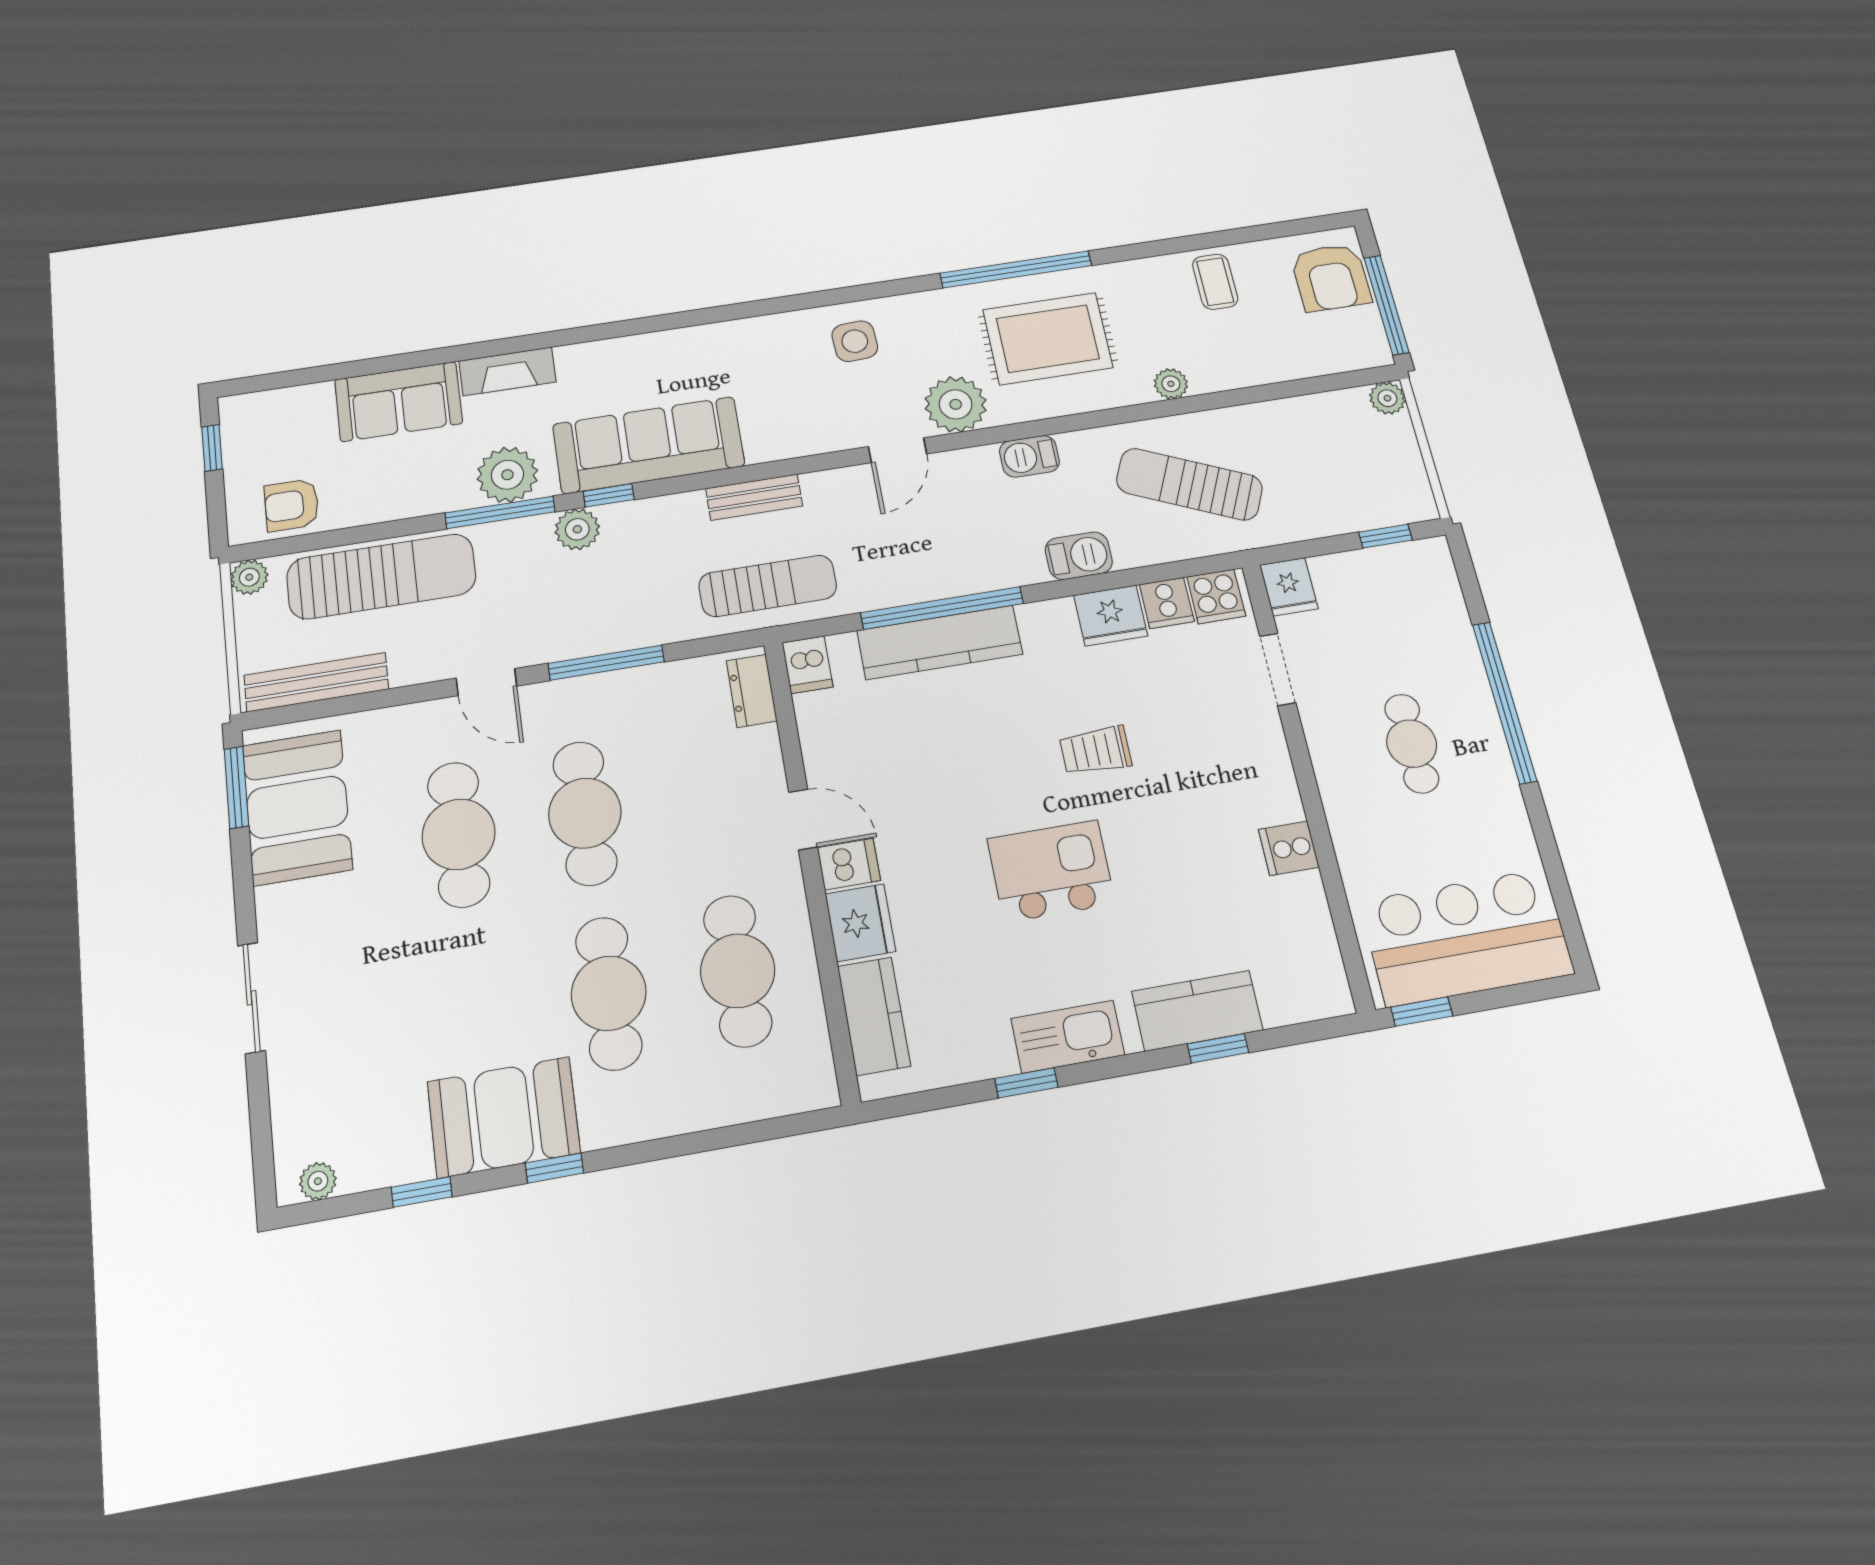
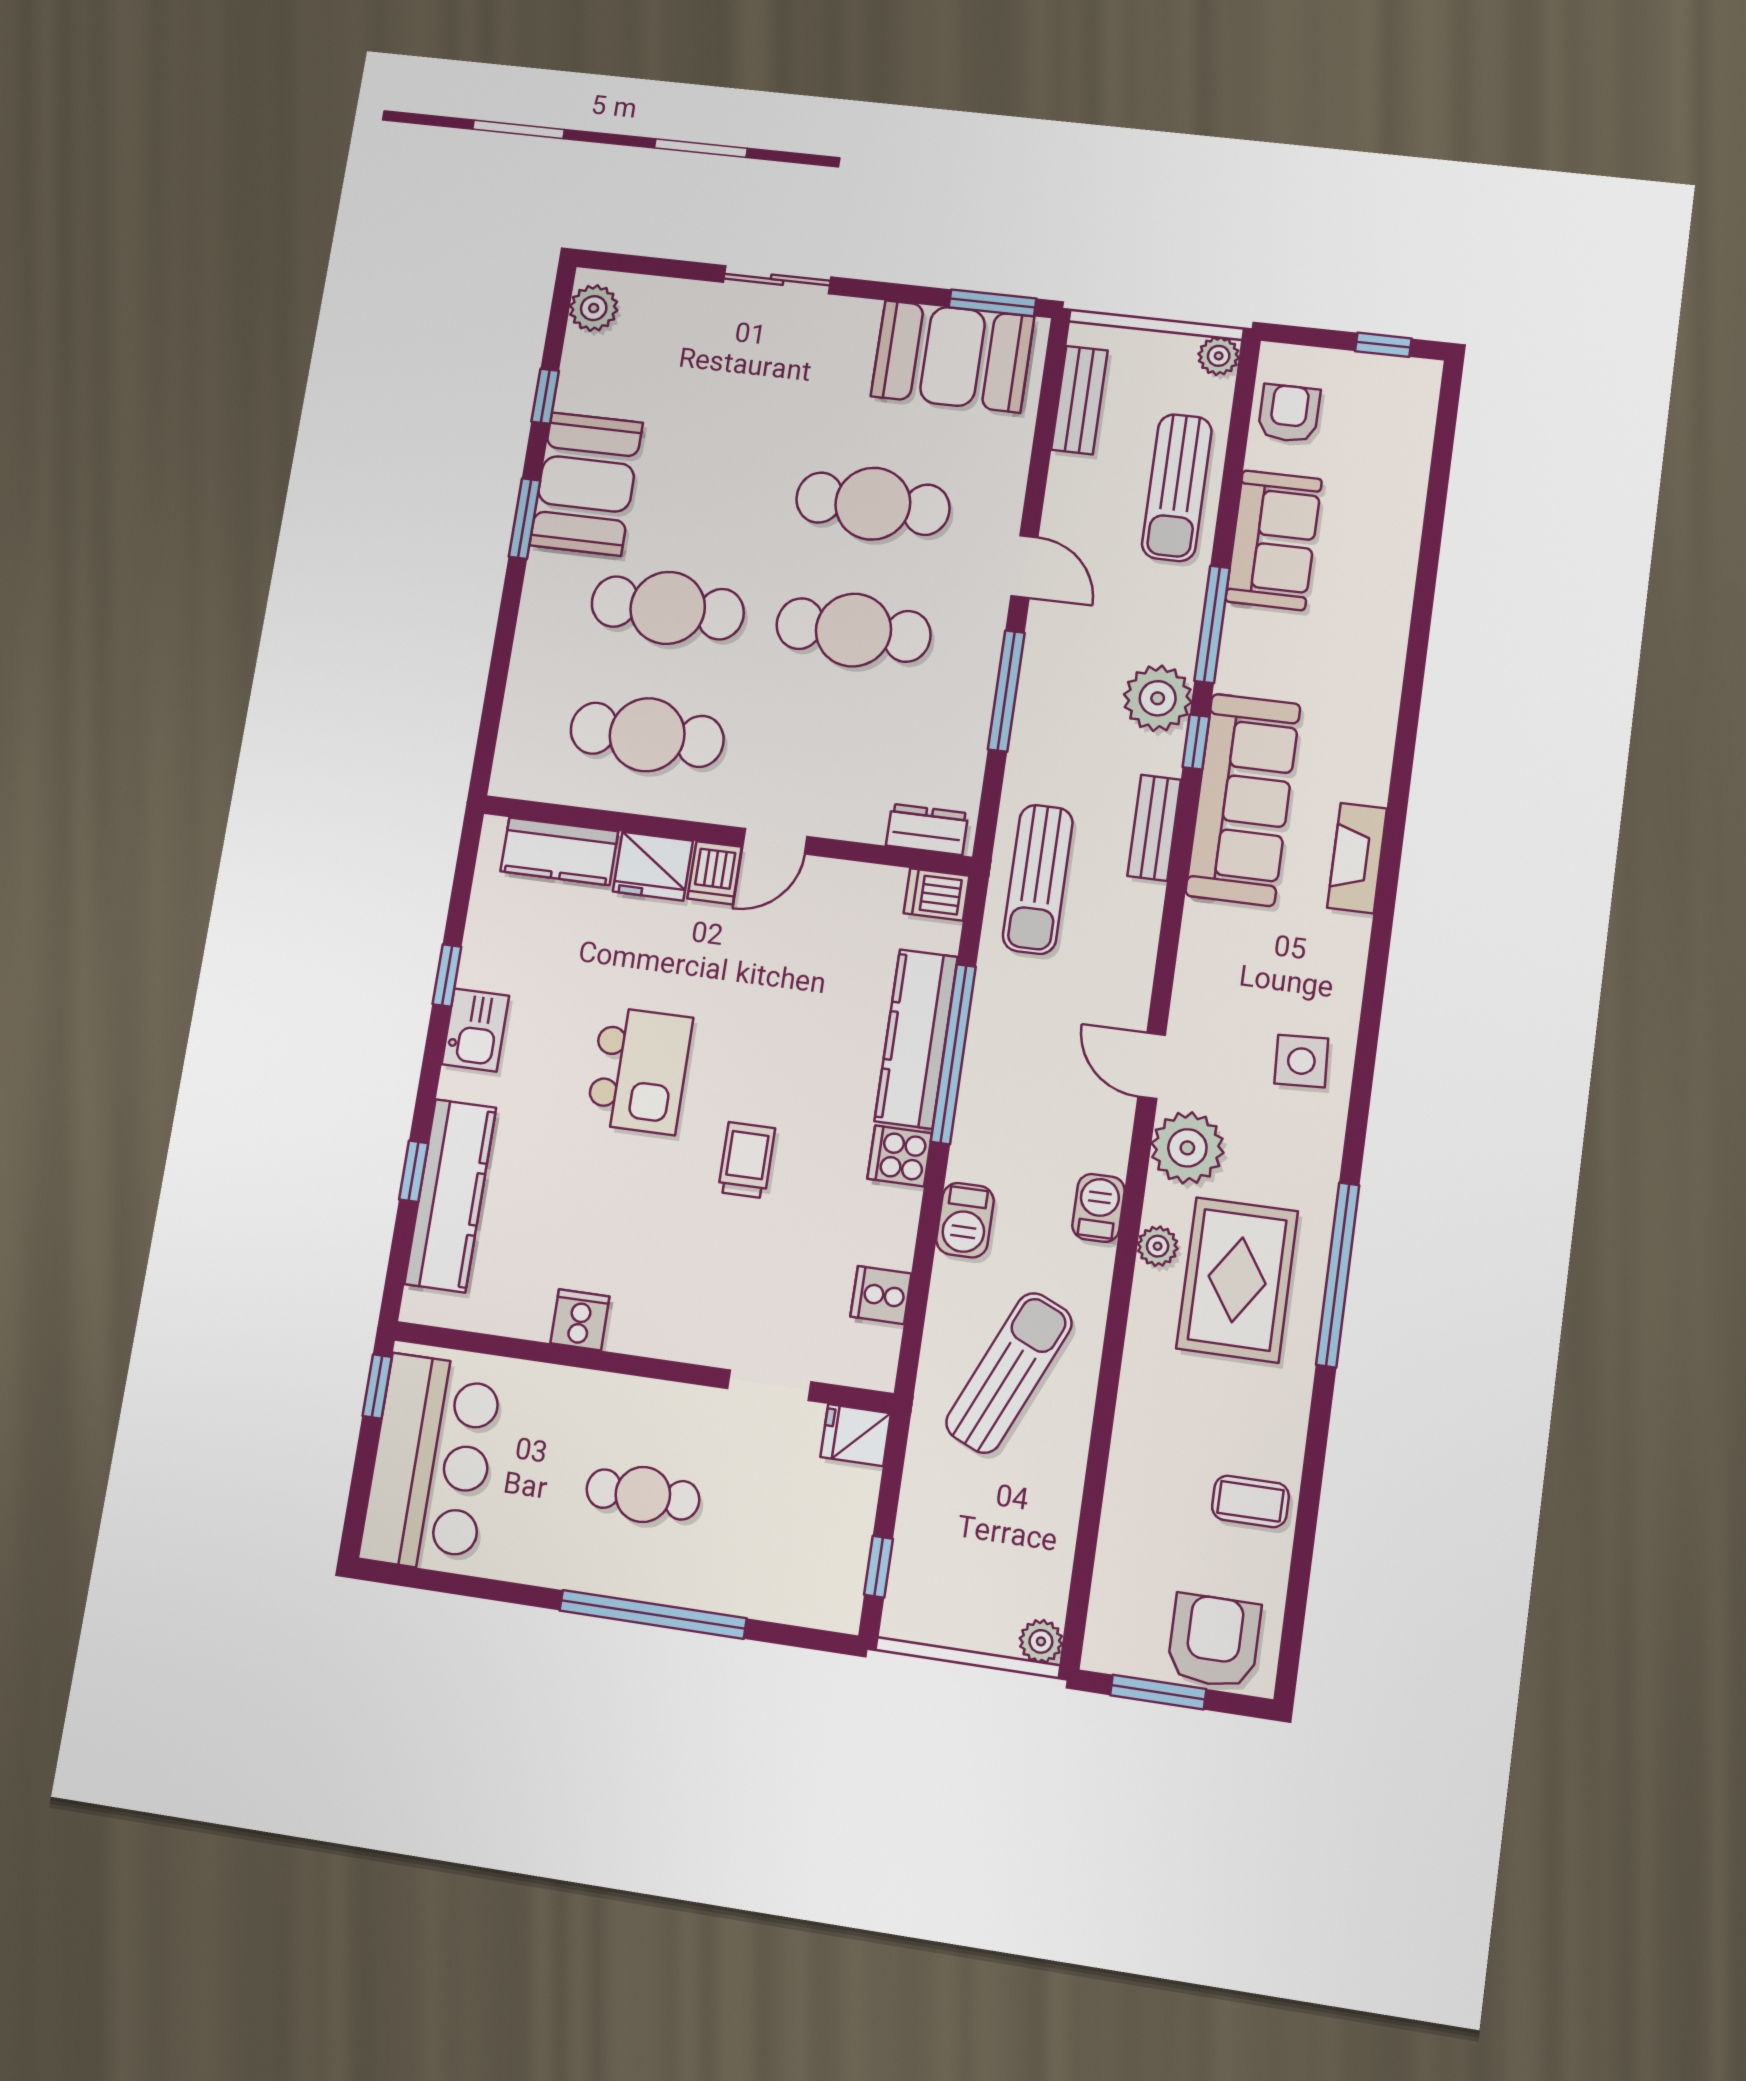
armchair: (1331, 278) -> (1214, 1641), turned 90
window: (1386, 305) -> (1158, 1692), width x0.69
fireplace: (507, 371) -> (1357, 858), moved
plant: (1171, 384) -> (1158, 1246), moved
sofa: (399, 402) -> (1274, 540), moved, turned 180
plant: (507, 475) -> (1254, 642), removed
bench: (754, 497) -> (1154, 828), moved
plant: (577, 529) -> (1158, 698), width x1.36, depth x1.36
sun lounger: (381, 576) -> (1177, 488), width x0.73, depth x0.75
cooker: (1216, 596) -> (900, 1156), moved
fridge: (1111, 616) -> (887, 1230), removed
bench: (316, 682) -> (1079, 400), width x0.73
door: (486, 682) -> (1024, 567), swing flipped
kitchen counter: (1197, 1011) -> (450, 1196), width x1.50
kitchen sink: (1068, 1037) -> (475, 1030), width x0.73
window: (554, 1168) -> (524, 519), width x1.50
plant: (318, 1181) -> (594, 308), width x1.38, depth x1.38

